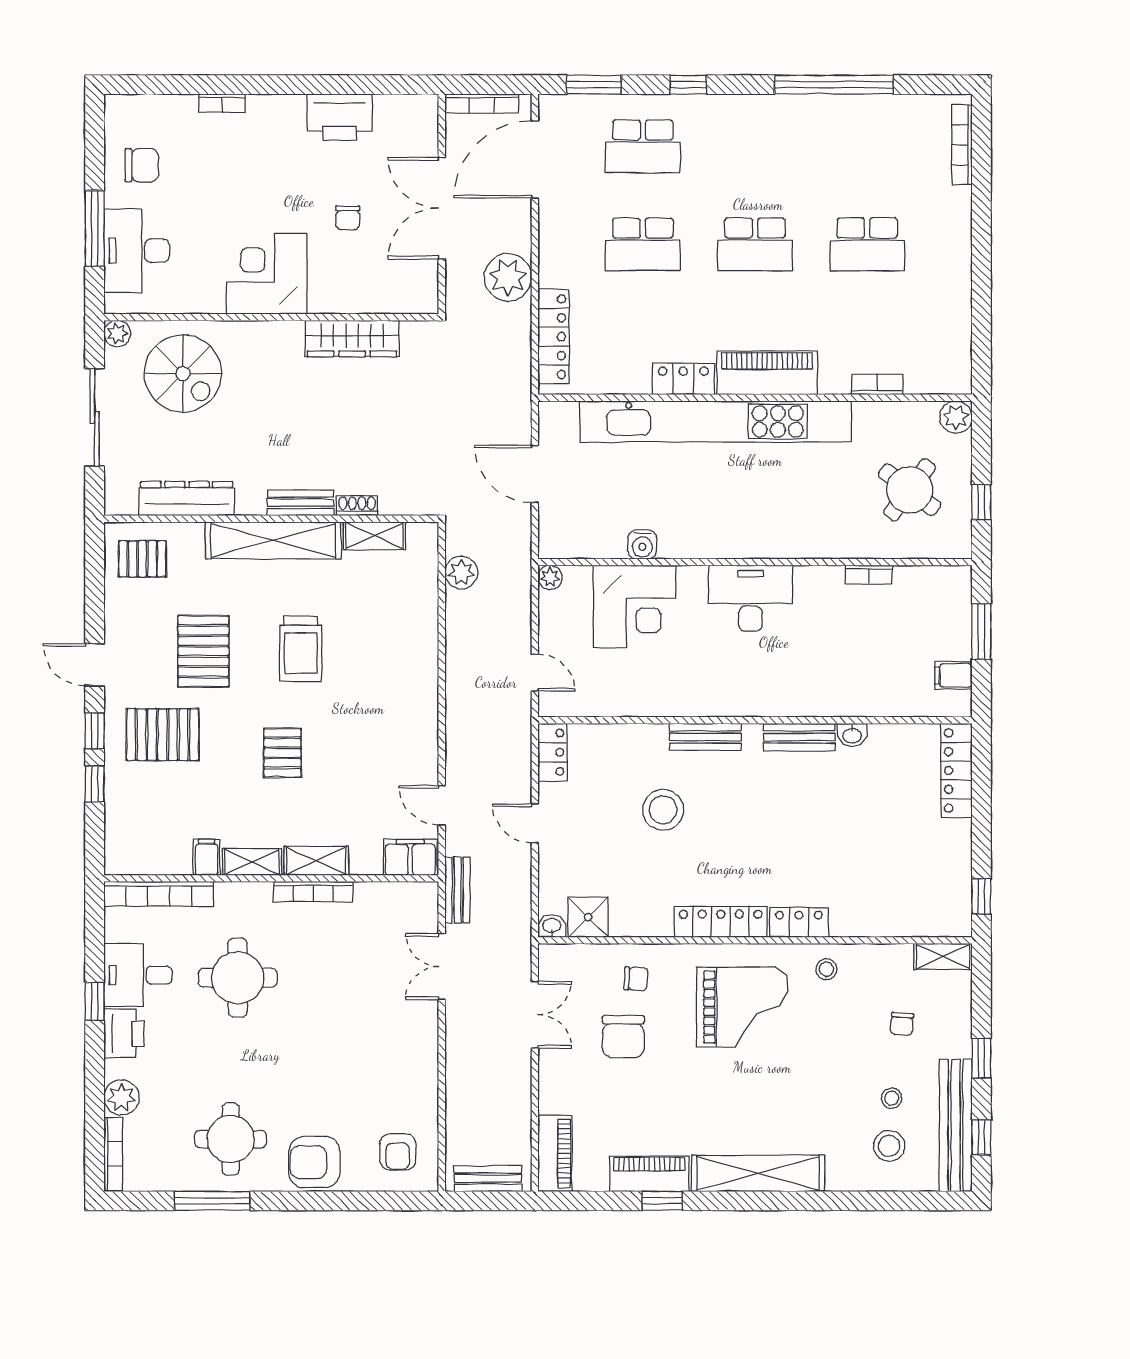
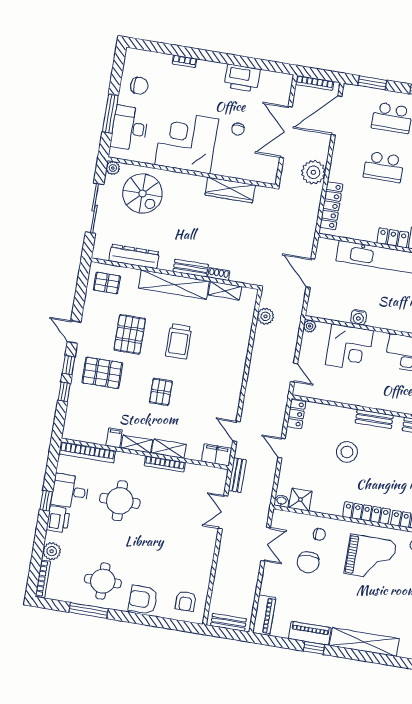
corner desk: (266, 274) -> (187, 142), width x1.36, depth x1.36

